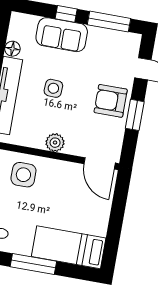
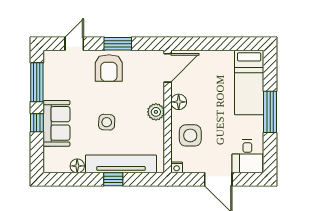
floor lamp: (61, 169) -> (179, 102), added

